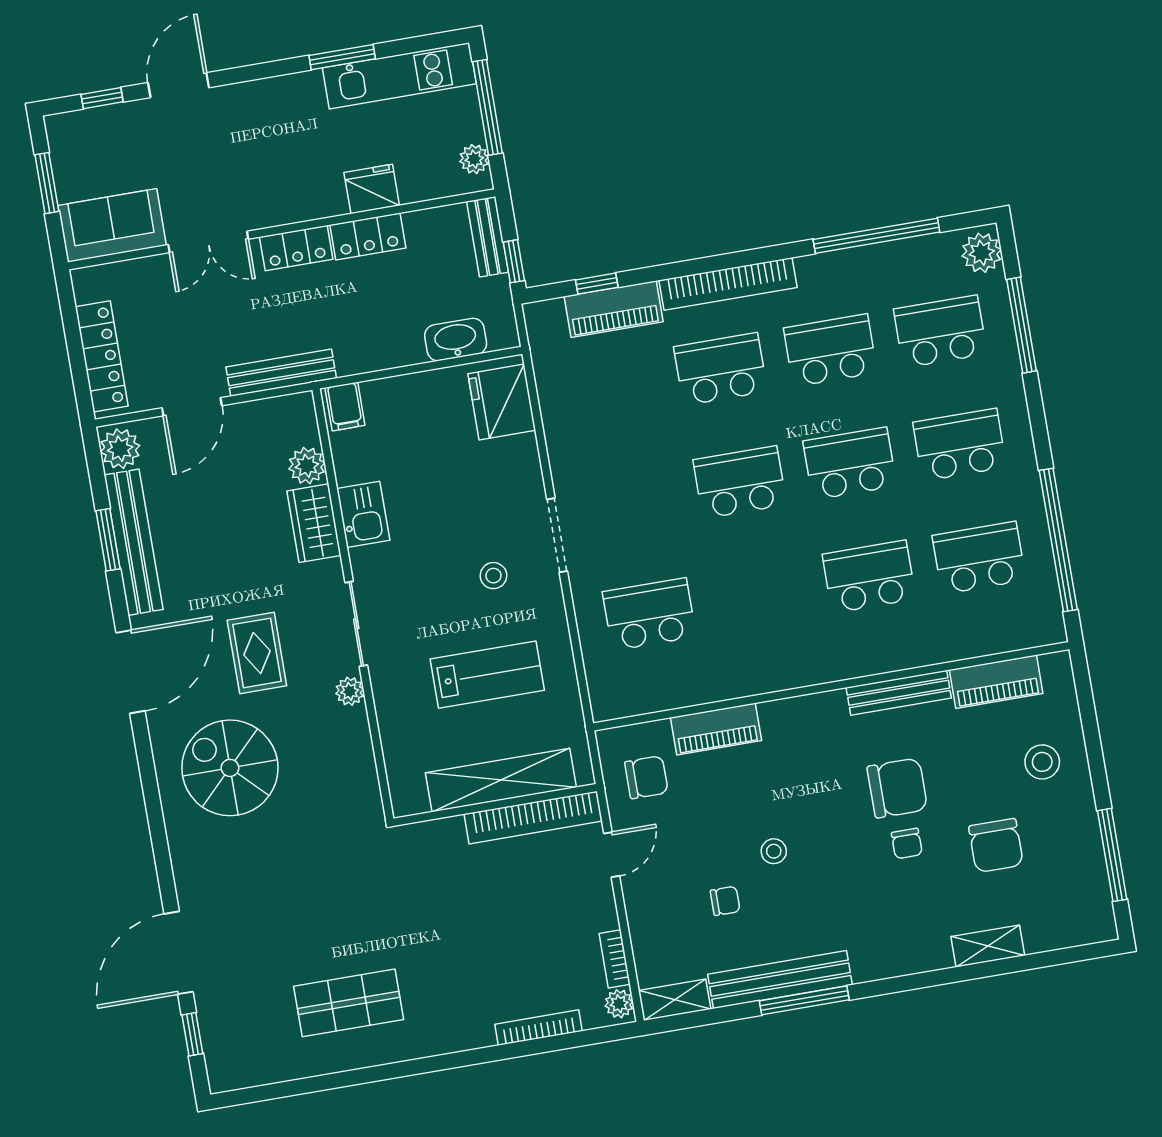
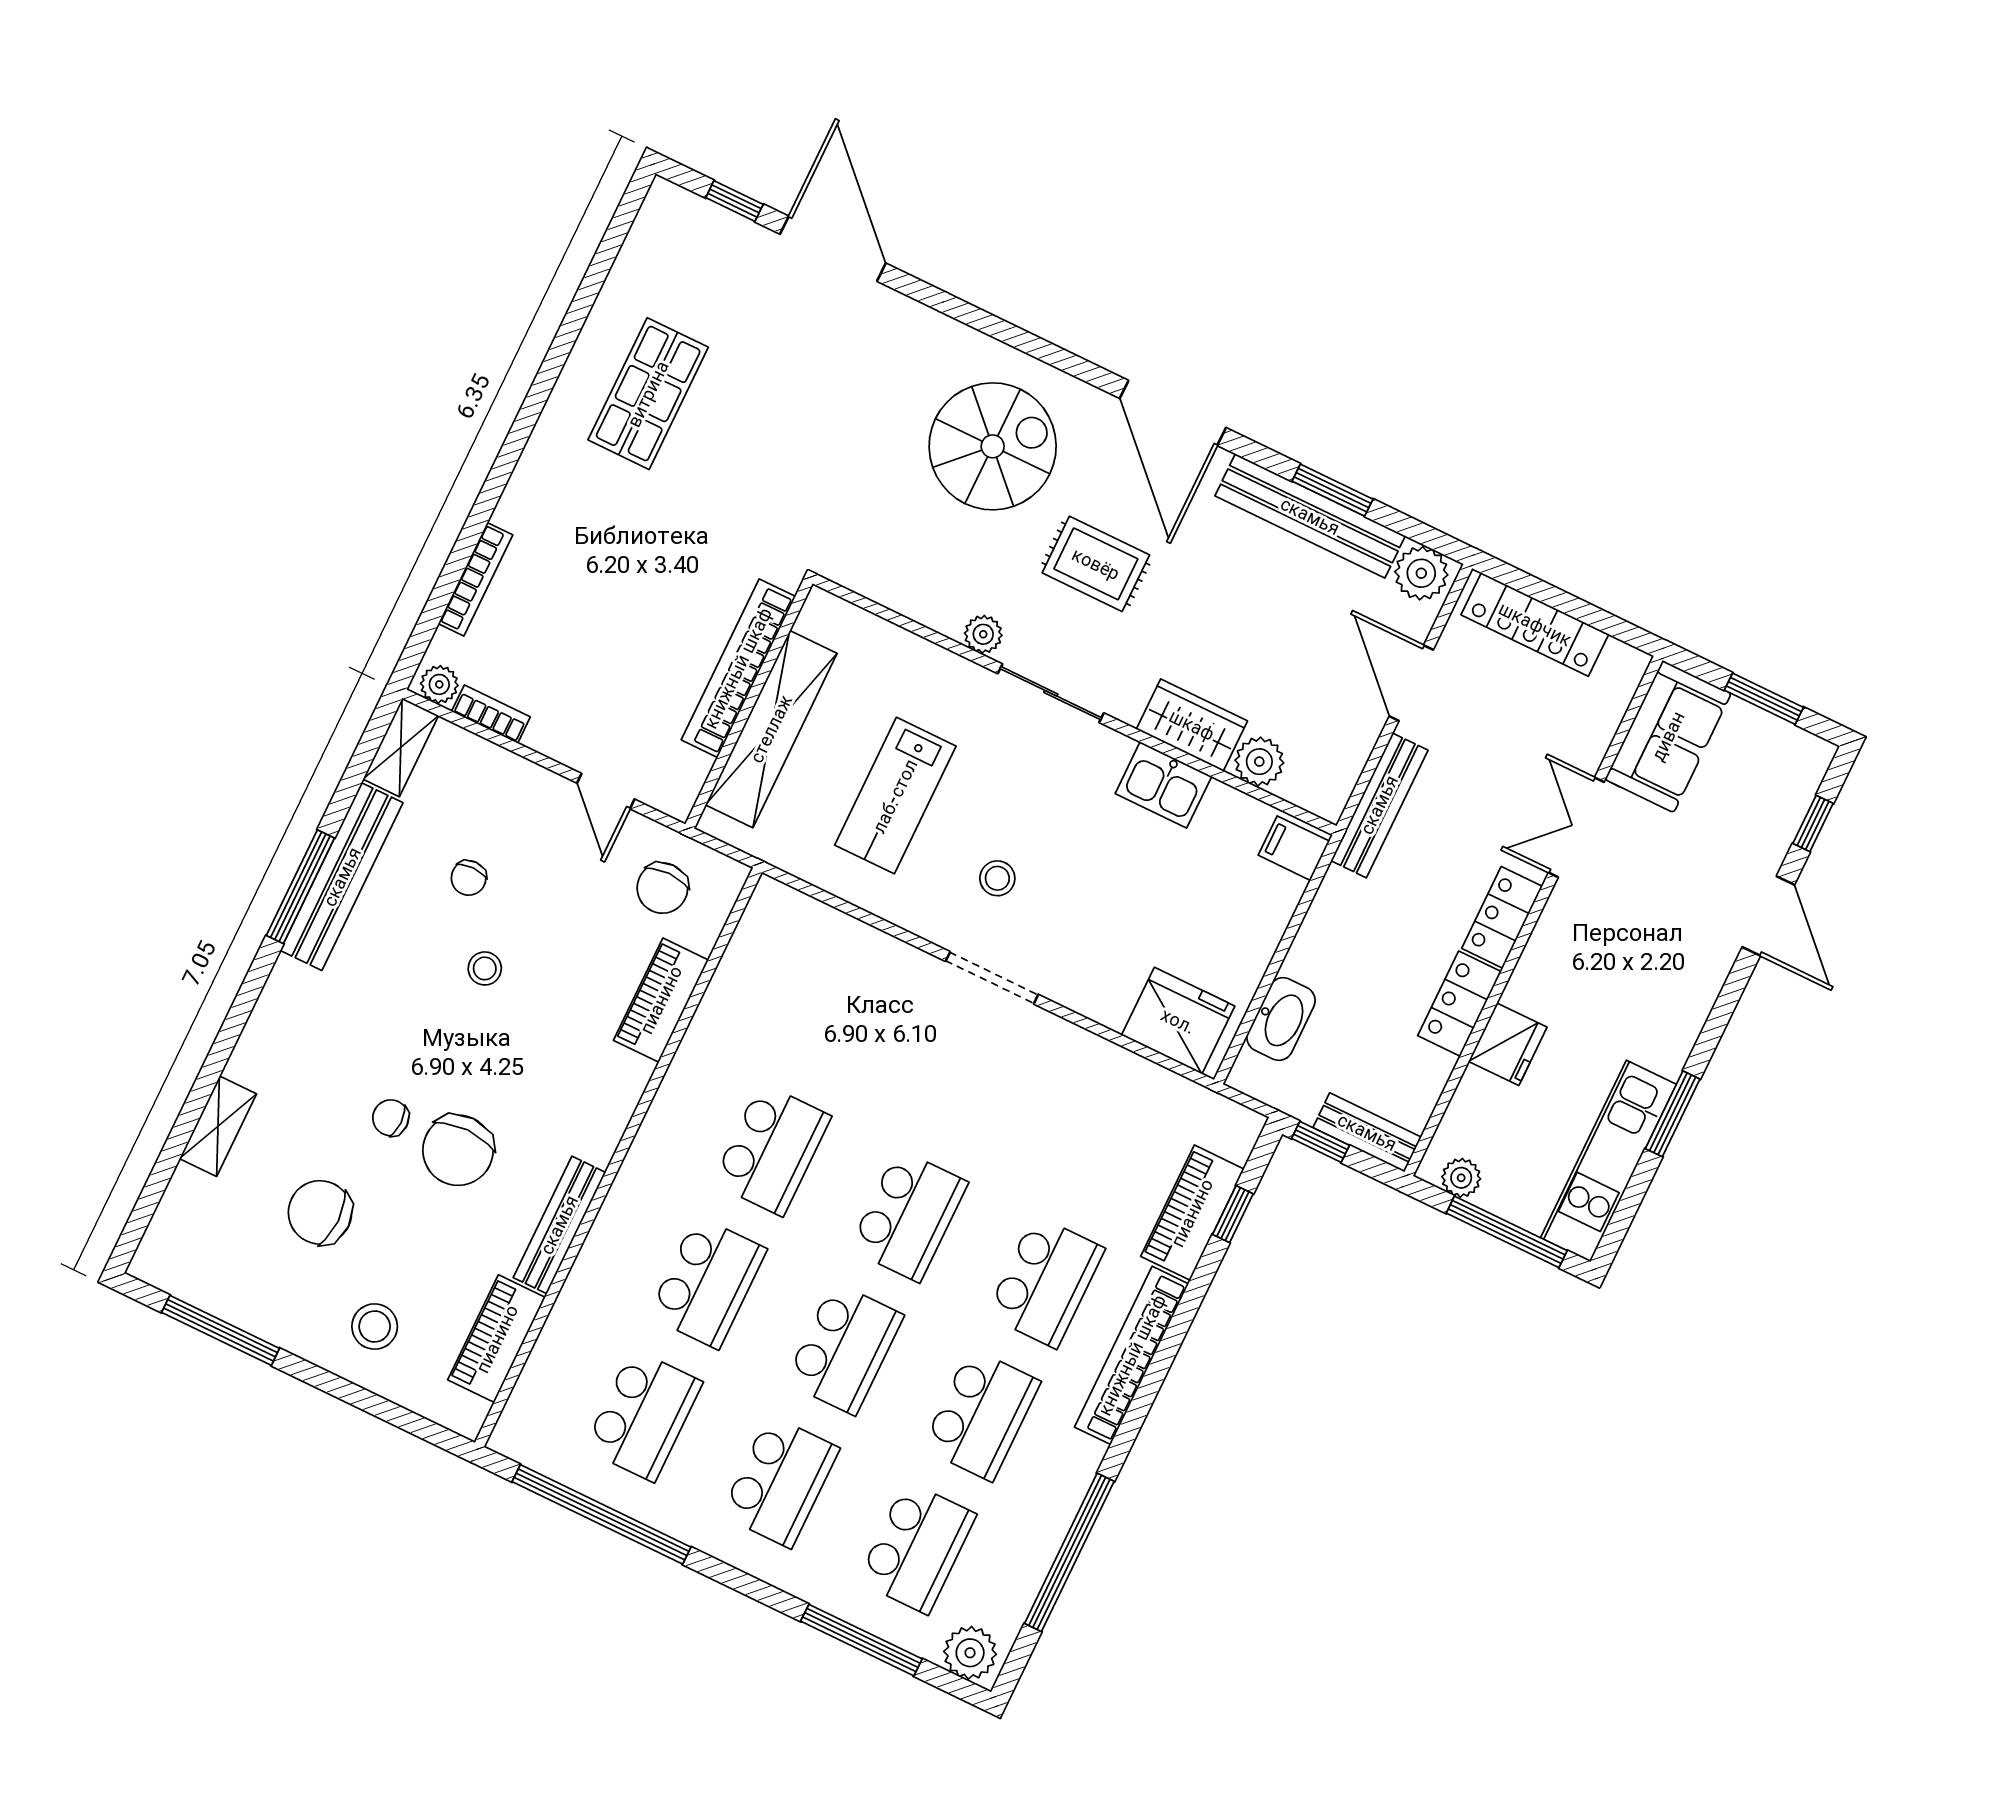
school desk: (649, 614) -> (772, 1149), moved
bookcase: (533, 818) -> (738, 668), moved

